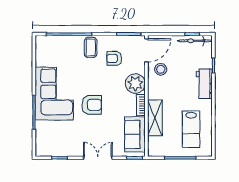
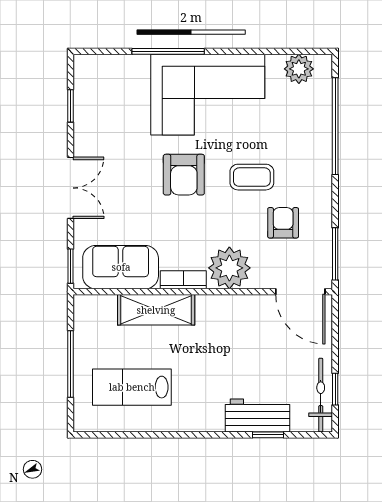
coffee table: (91, 47) -> (252, 177), moved
plant: (42, 51) -> (299, 69), added
stool: (161, 69) -> (260, 322), removed
workbench: (204, 84) -> (257, 416), moved

